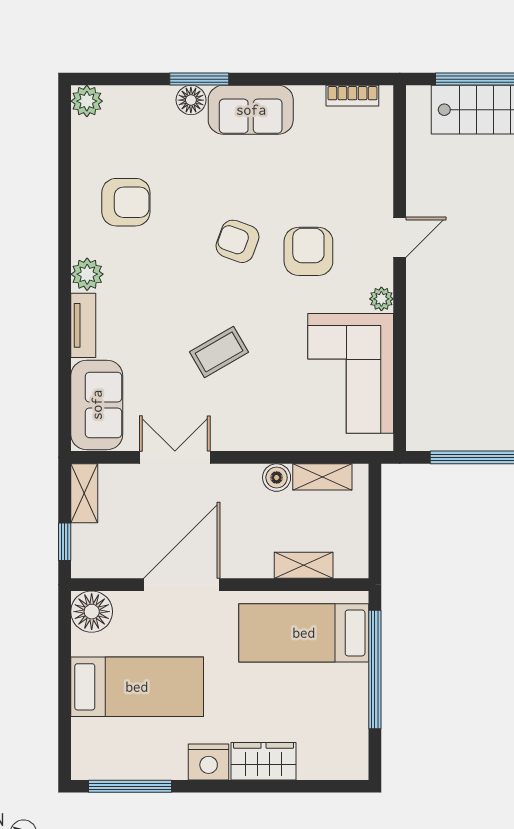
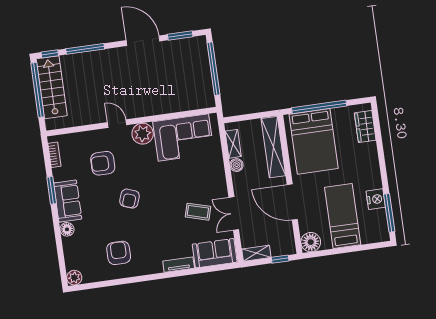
window: (199, 79) -> (52, 190), moved
armchair: (308, 251) -> (103, 163), moved
plant: (87, 274) -> (155, 266), removed
plant: (381, 299) -> (143, 134), width x1.87, depth x1.87
coffee table: (219, 352) -> (198, 212), moved, turned -44
shelving: (304, 565) -> (273, 147), width x2.20, depth x1.33
bed: (304, 633) -> (314, 141), width x1.50
wardrobe: (264, 761) -> (365, 127), moved
nightstand: (209, 762) -> (376, 199), moved

